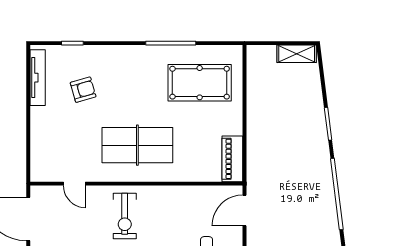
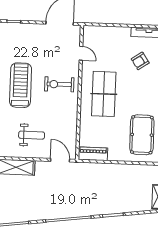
armchair: (83, 90) -> (140, 61), turned 72
door: (74, 184) -> (81, 53), swing flipped

